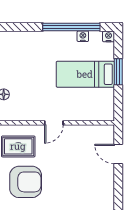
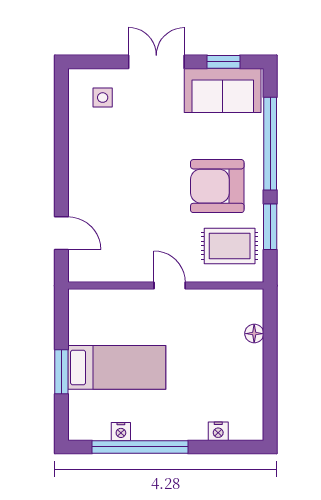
nightstand: (109, 36) -> (218, 431), moved
door: (54, 123) -> (170, 286), hinge flipped

